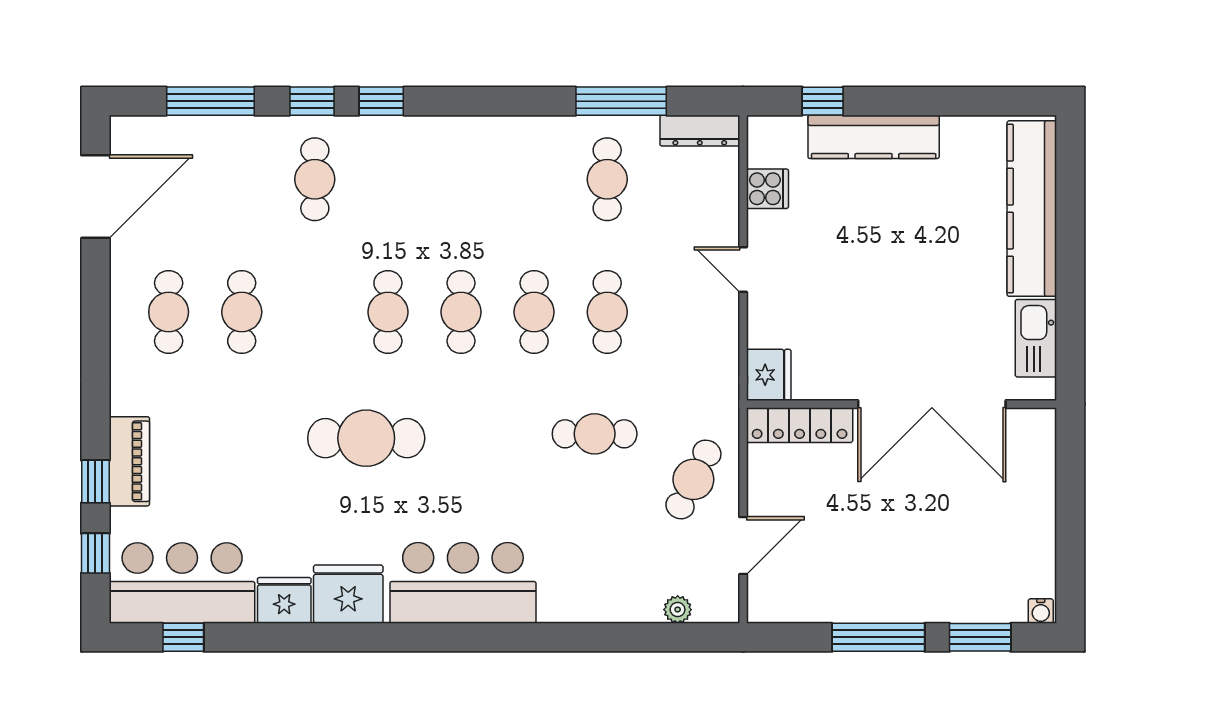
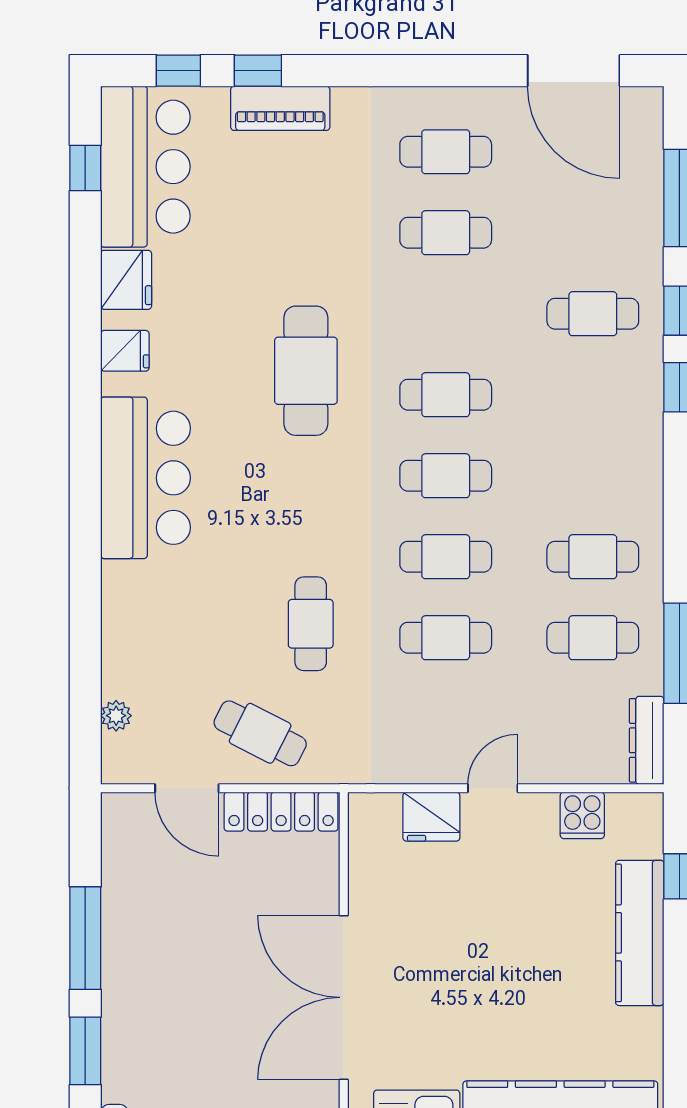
cafe table: (534, 179) -> (593, 557), added
fridge: (769, 375) -> (431, 817), moved
locker: (800, 425) -> (281, 812), moved, turned -90
fridge: (348, 594) -> (125, 351), width x0.53, depth x0.75

